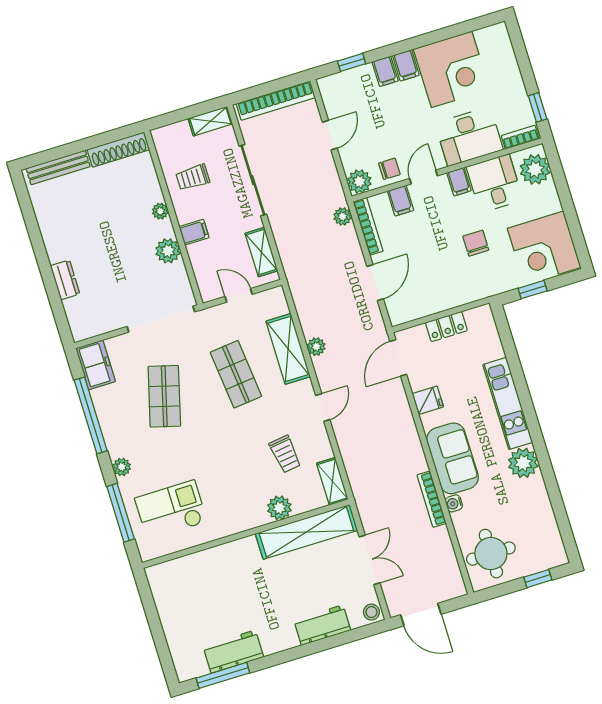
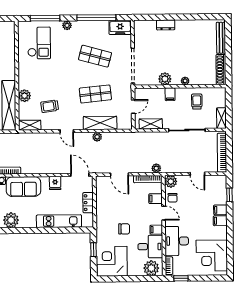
corner desk: (452, 69) -> (212, 256), moved
kitchen unit: (508, 403) -> (59, 221), moved

